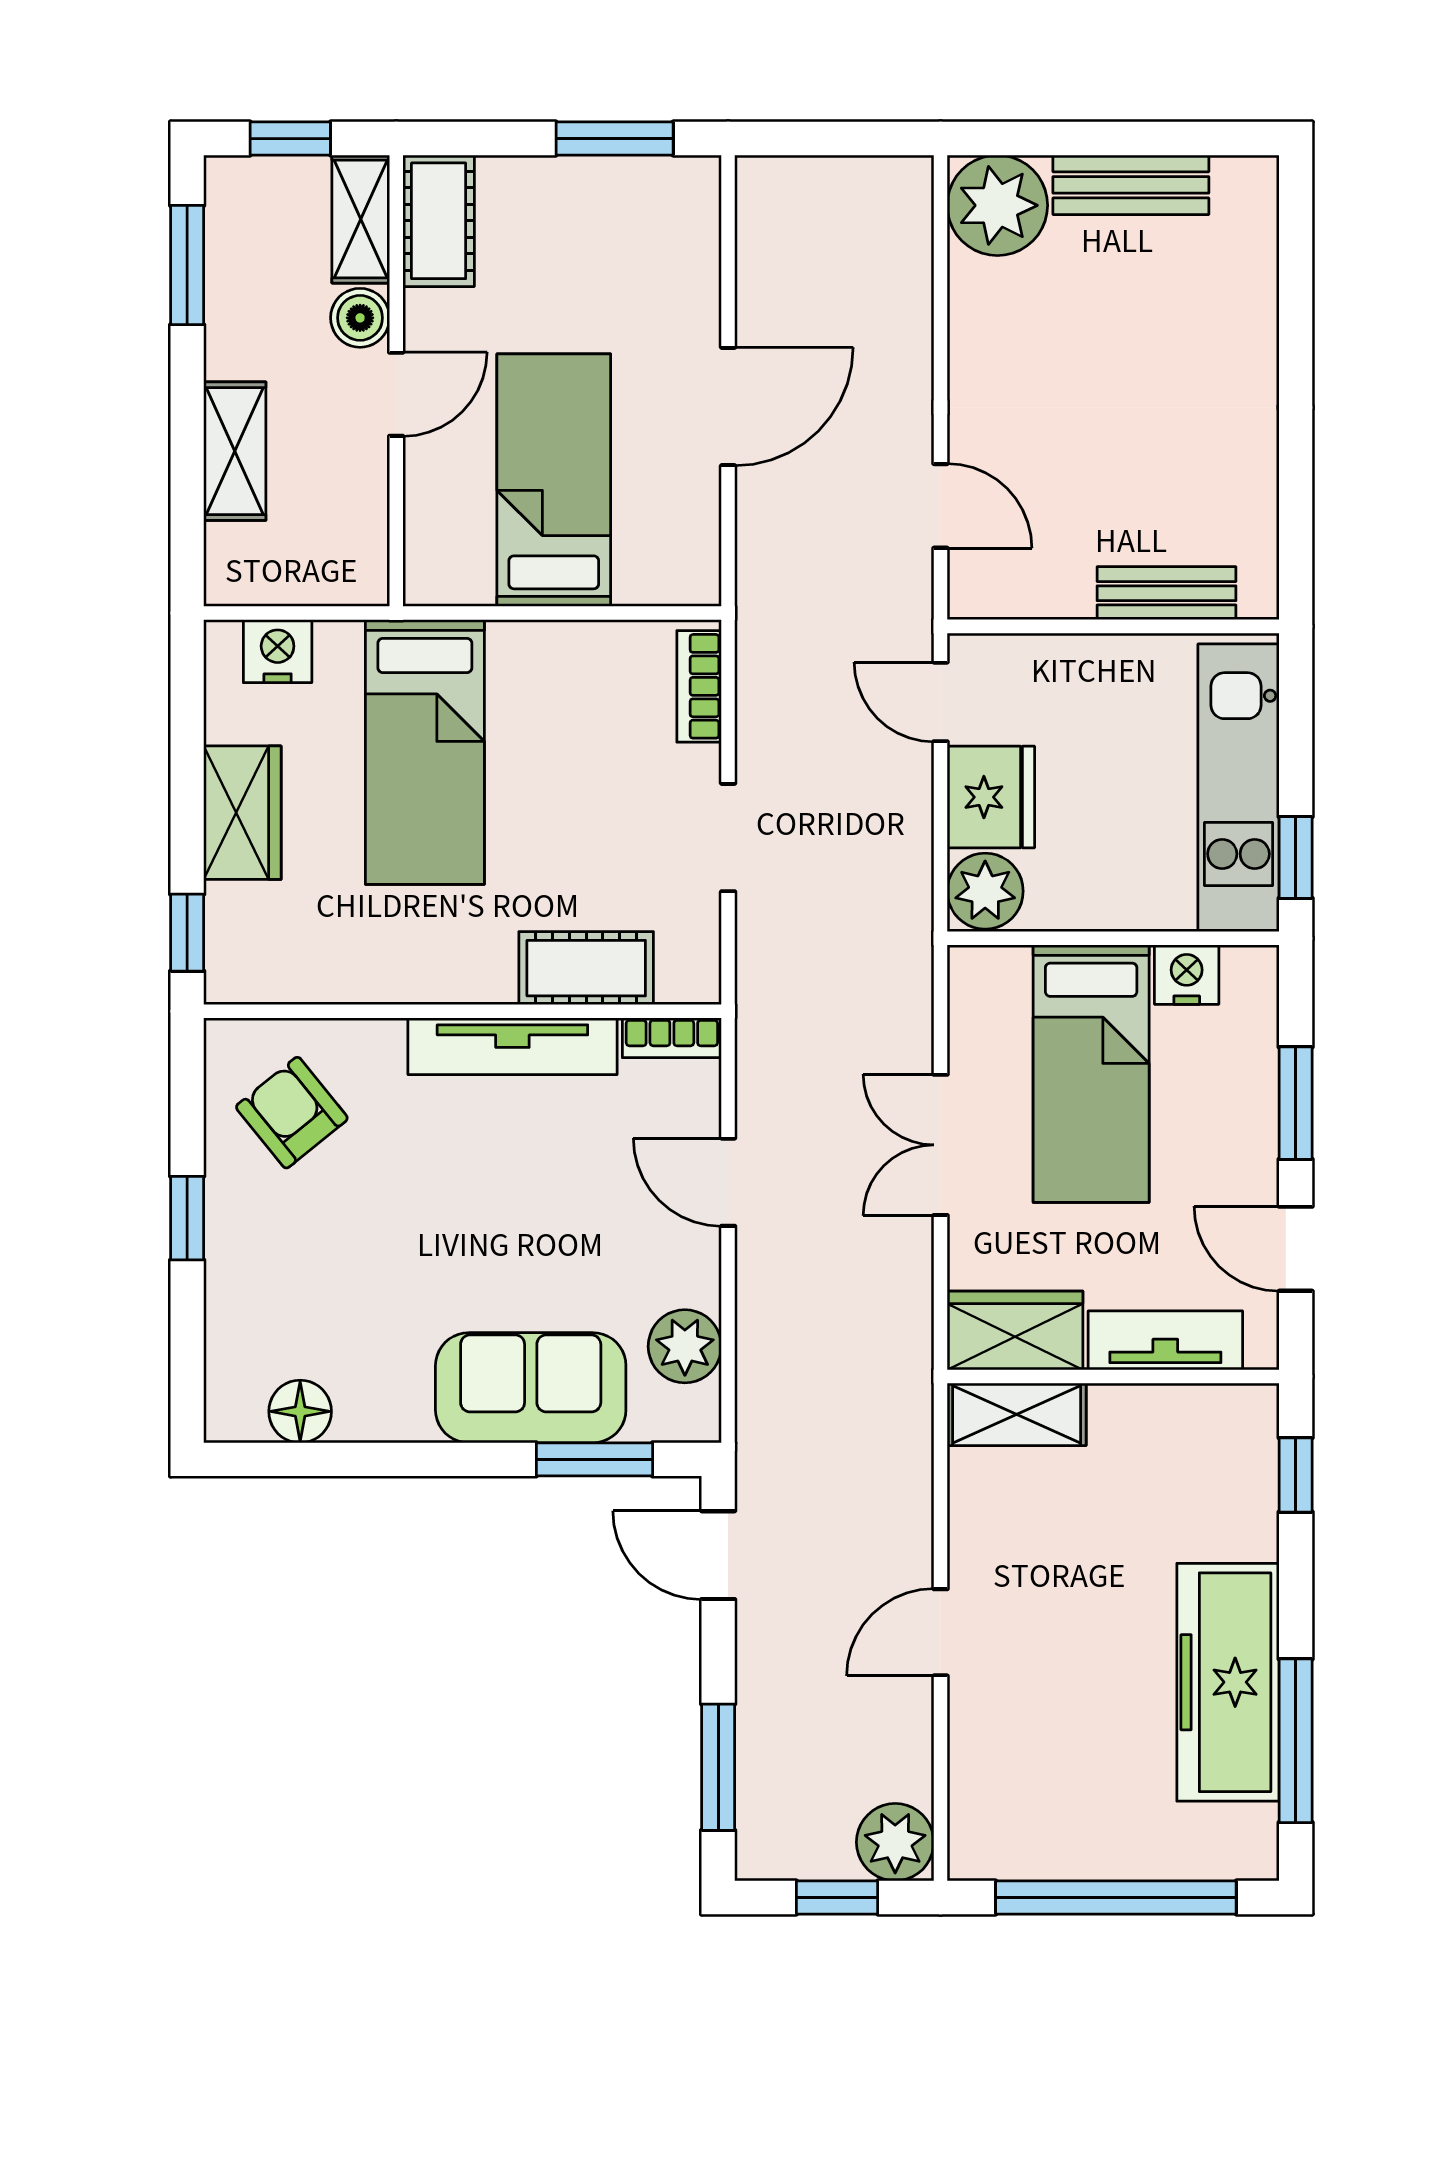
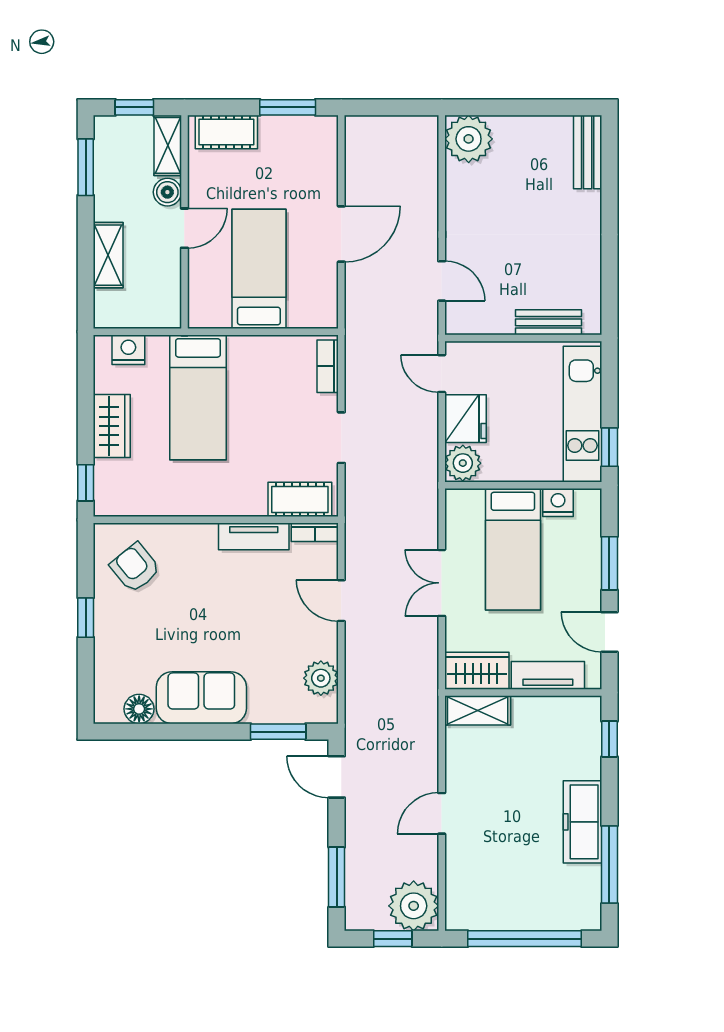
bench: (1131, 185) -> (588, 152), moved, turned 90
cot: (439, 221) -> (226, 132), moved, turned 90
cot: (586, 968) -> (300, 499), moved
tv unit: (512, 1046) -> (254, 536), width x0.71
sofa: (531, 1388) -> (201, 698), moved
freezer: (1228, 1682) -> (583, 822), width x0.73, depth x0.79
plant: (895, 1842) -> (414, 906), width x1.36, depth x1.36

